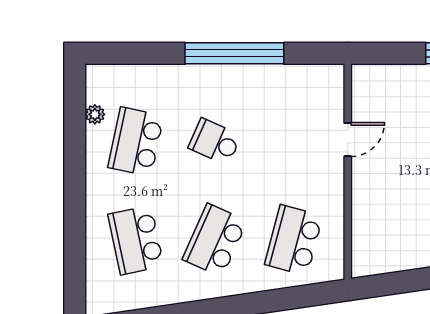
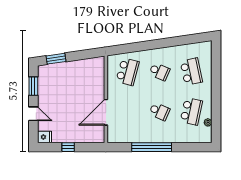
door: (348, 140) -> (106, 112), width x1.87
school desk: (215, 240) -> (159, 72), width x0.54

